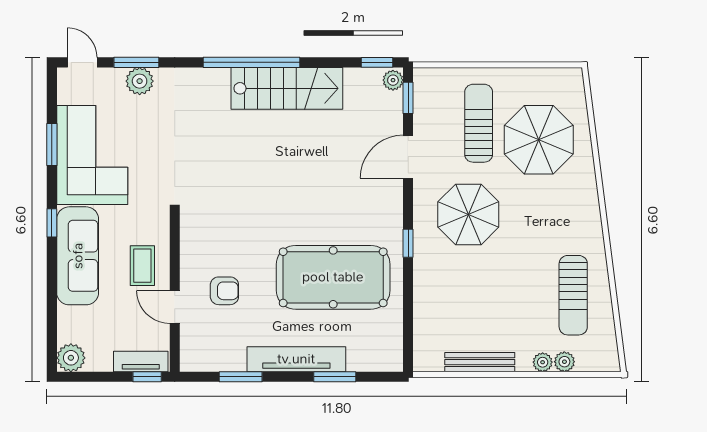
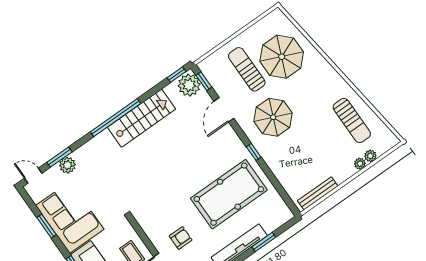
plant: (393, 80) -> (189, 85), width x1.87, depth x1.87
bench: (480, 362) -> (318, 193), moved

